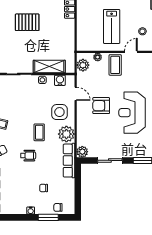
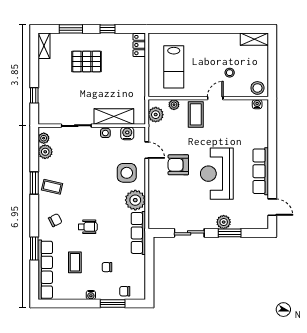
lab bench: (112, 26) -> (174, 67), moved
coffee table: (39, 132) -> (75, 262), moved
plant: (82, 152) -> (224, 222), moved

